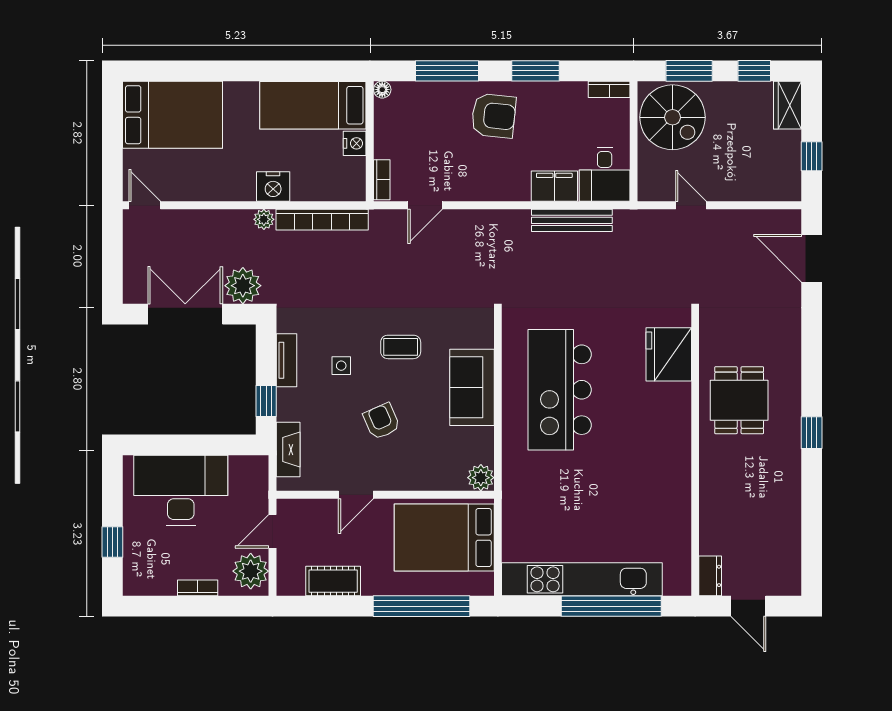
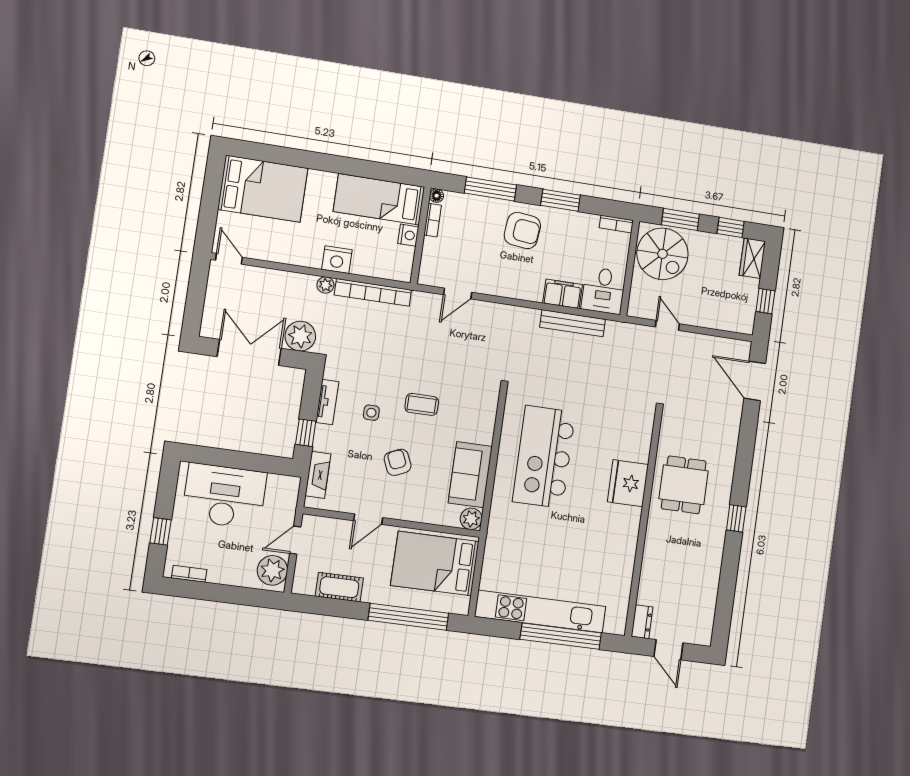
bookcase: (382, 180) -> (433, 220), moved
fridge: (669, 354) -> (628, 483), moved
sofa: (472, 387) -> (470, 475), moved
bookcase: (198, 588) -> (189, 574), moved

